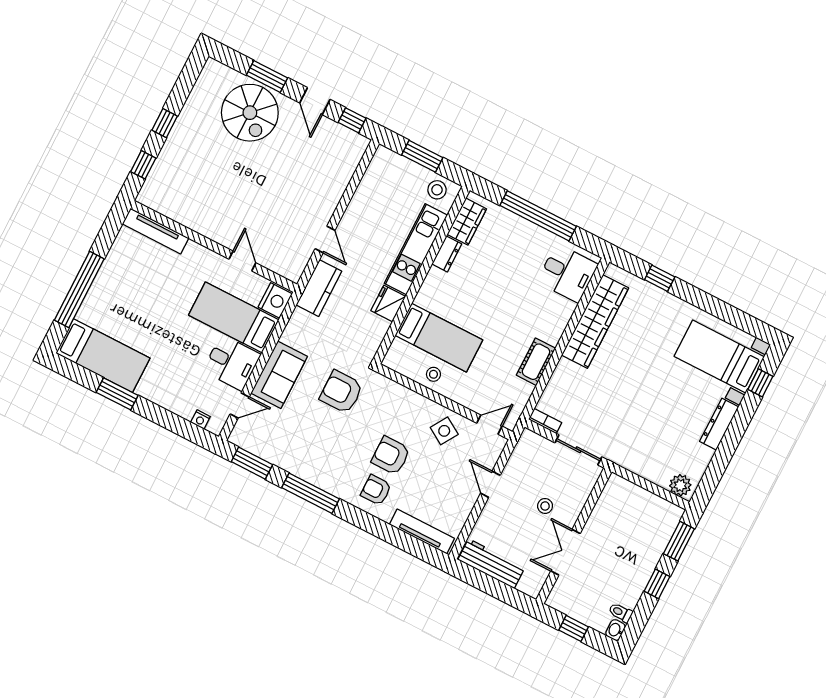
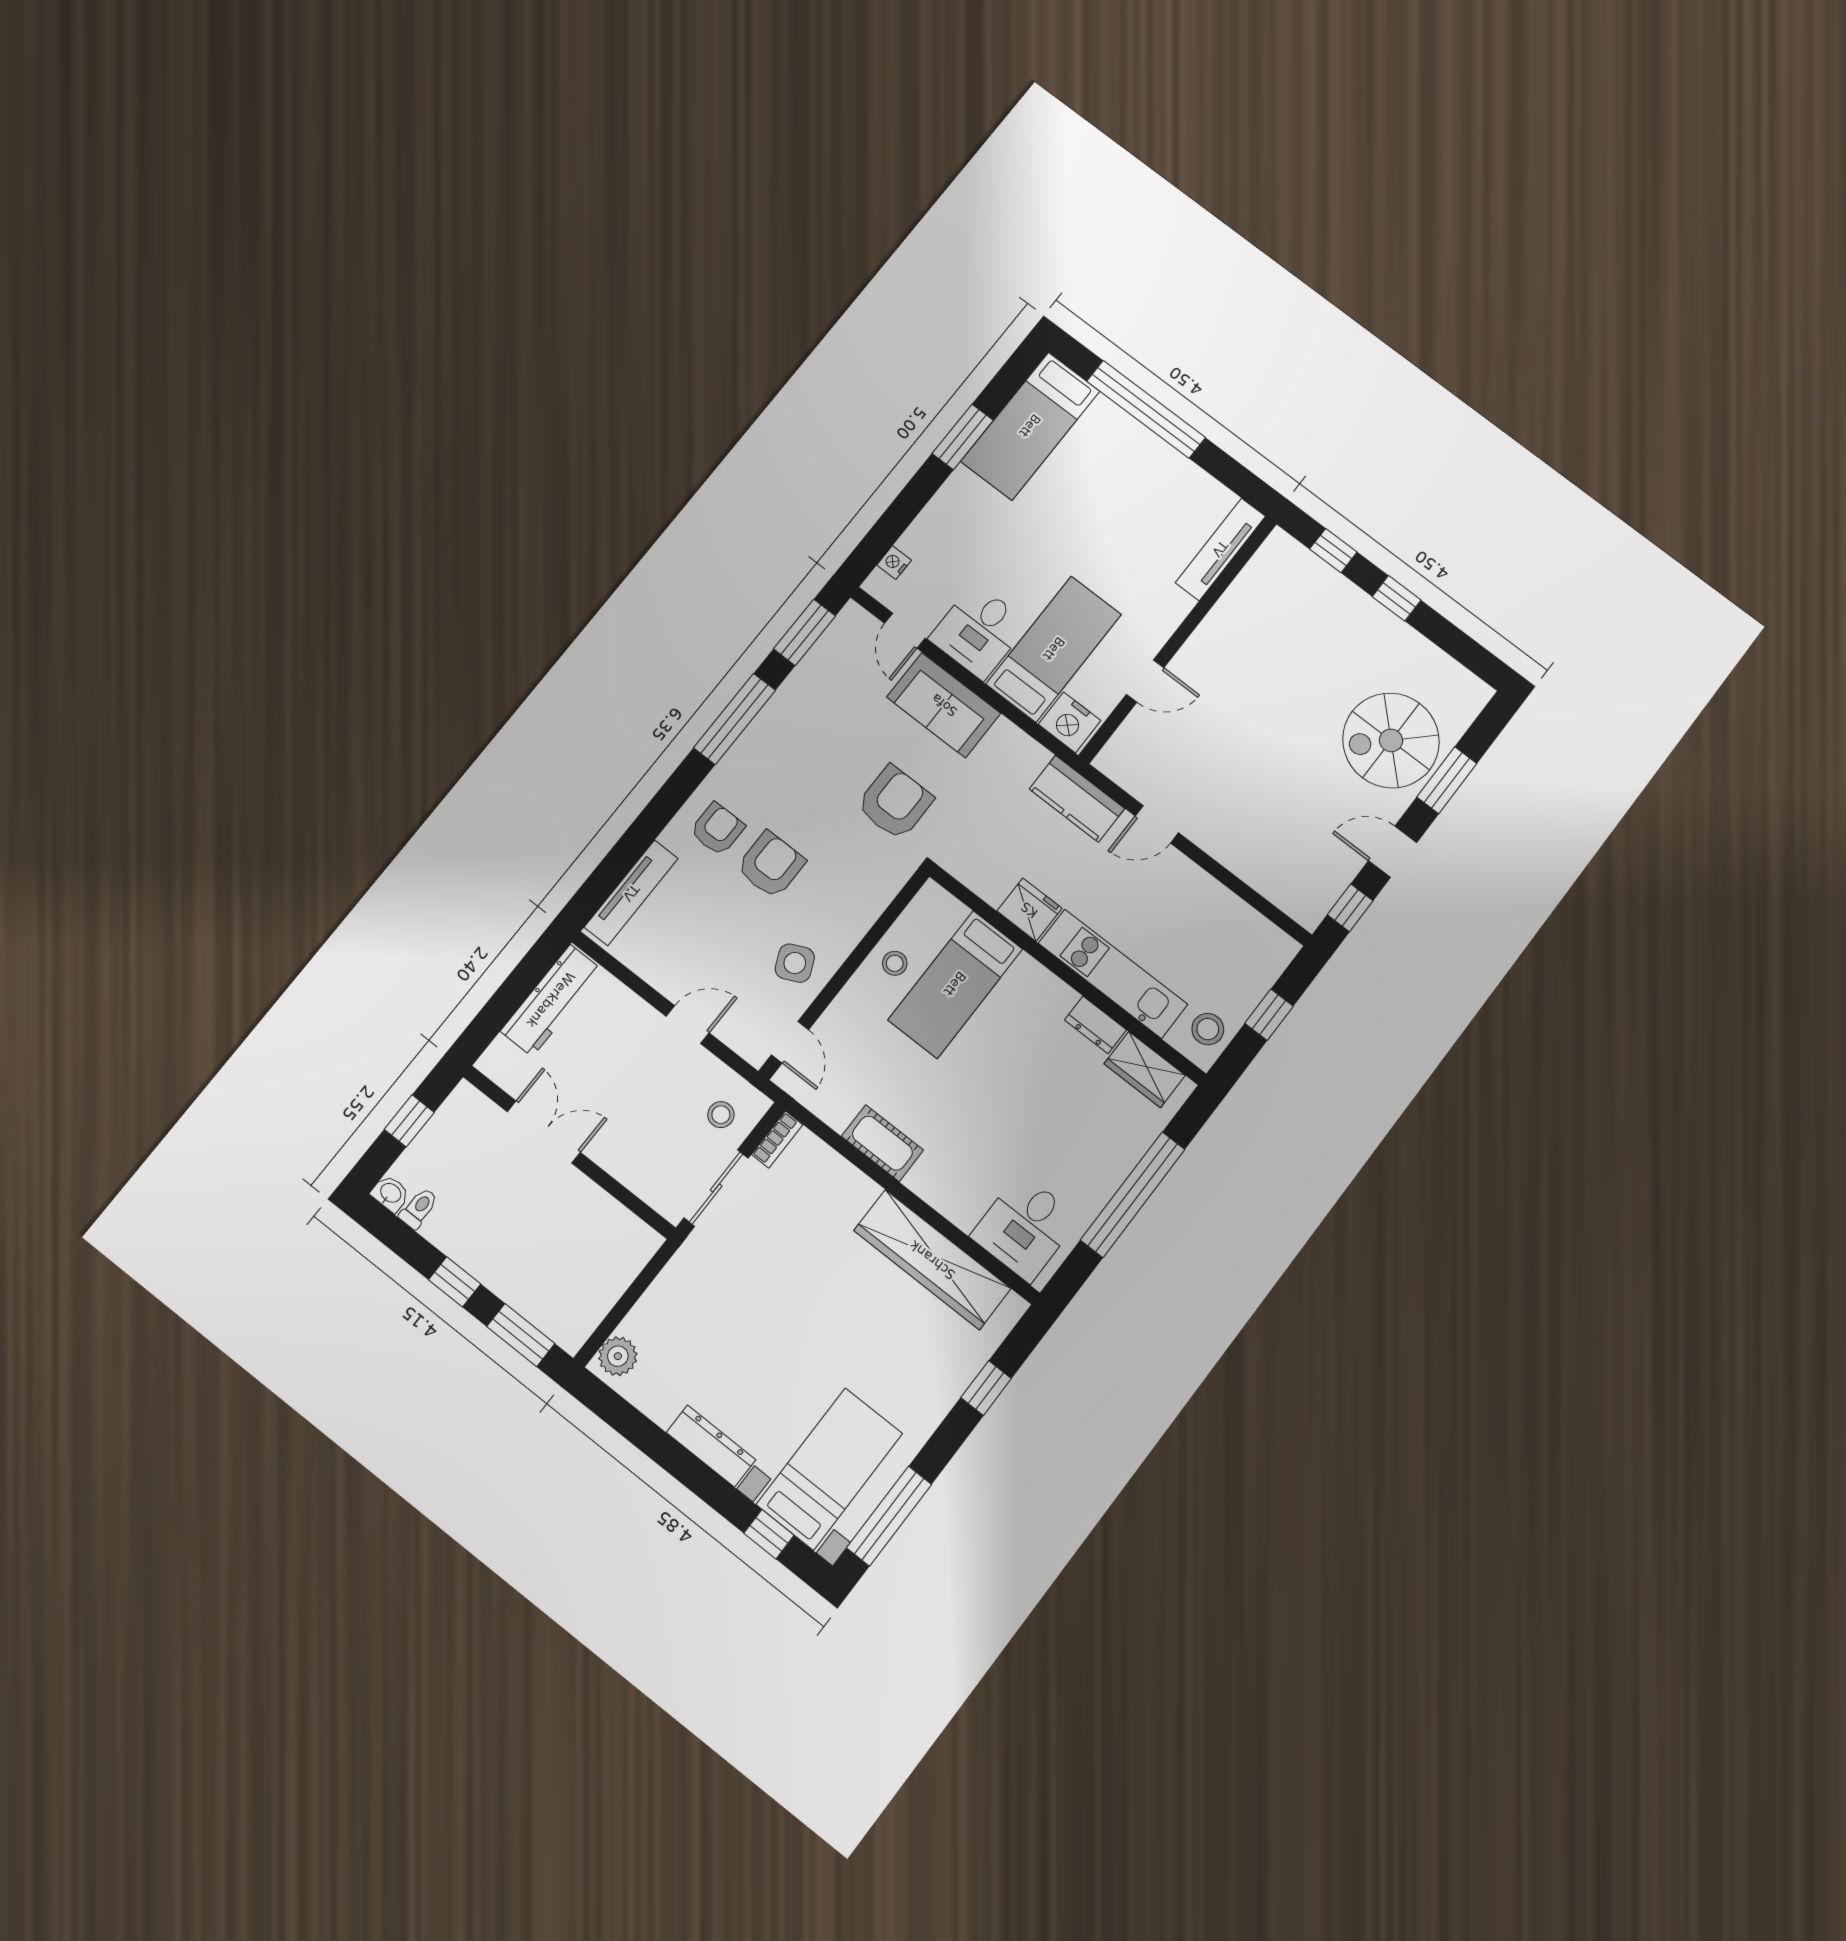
window: (422, 156) -> (1269, 1015), width x0.67
window: (738, 319) -> (889, 1516), added
side table: (444, 431) -> (795, 963), turned 33
stool: (545, 506) -> (721, 1115), moved

